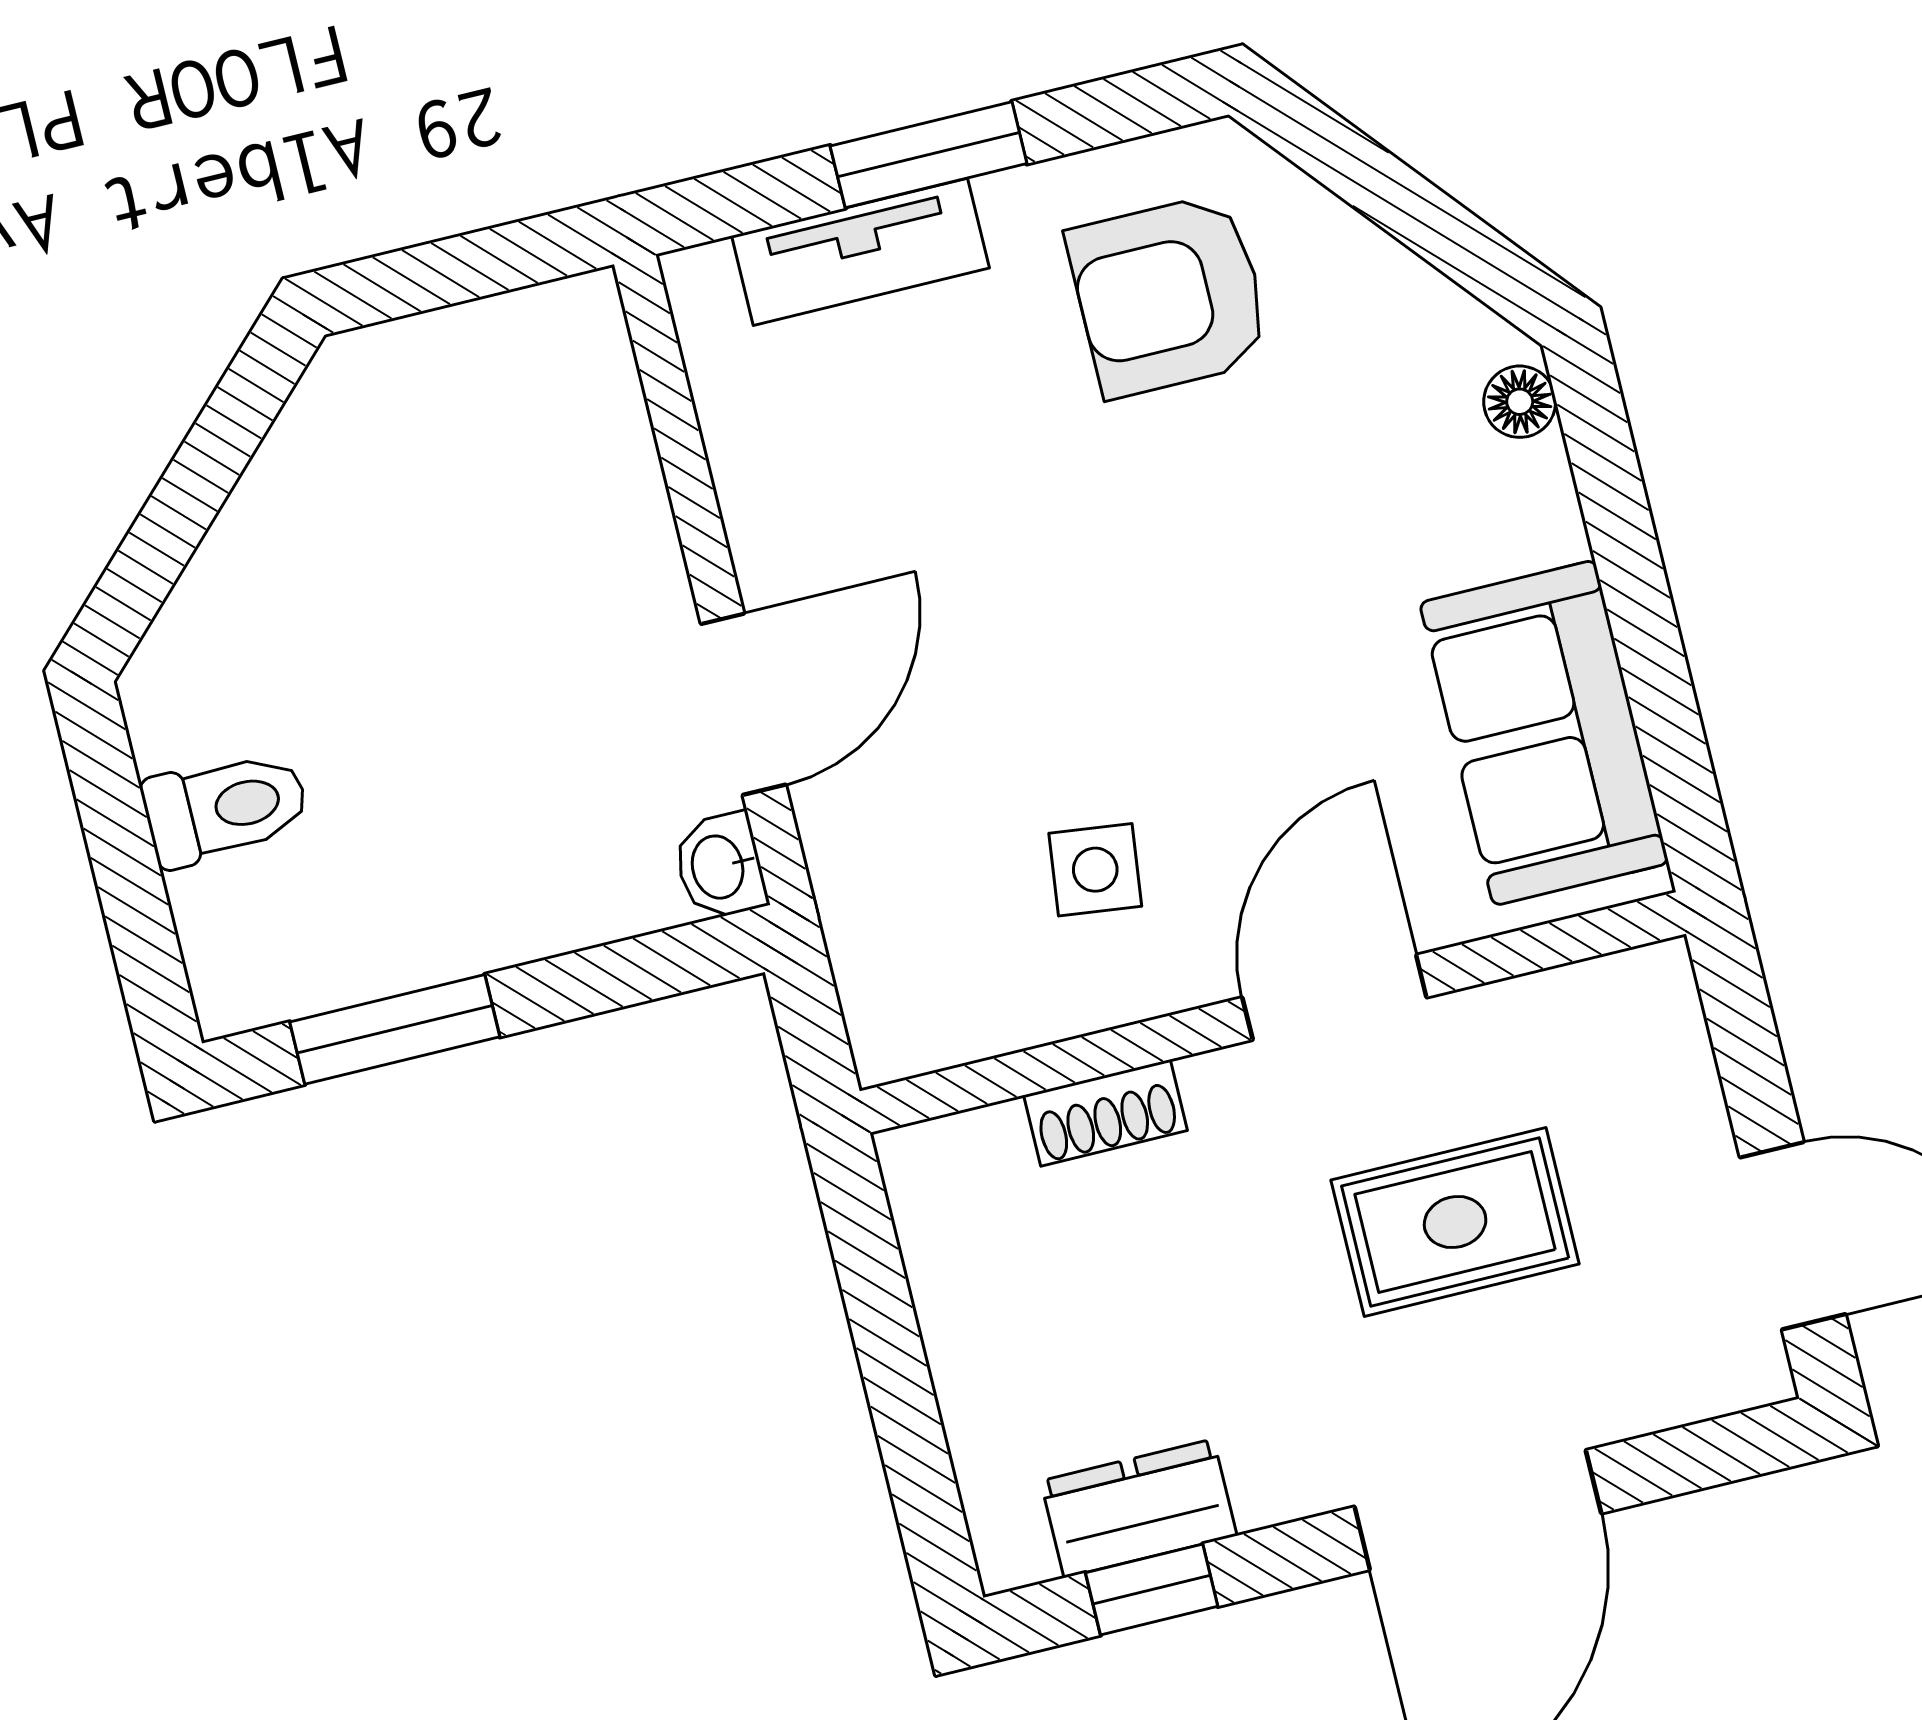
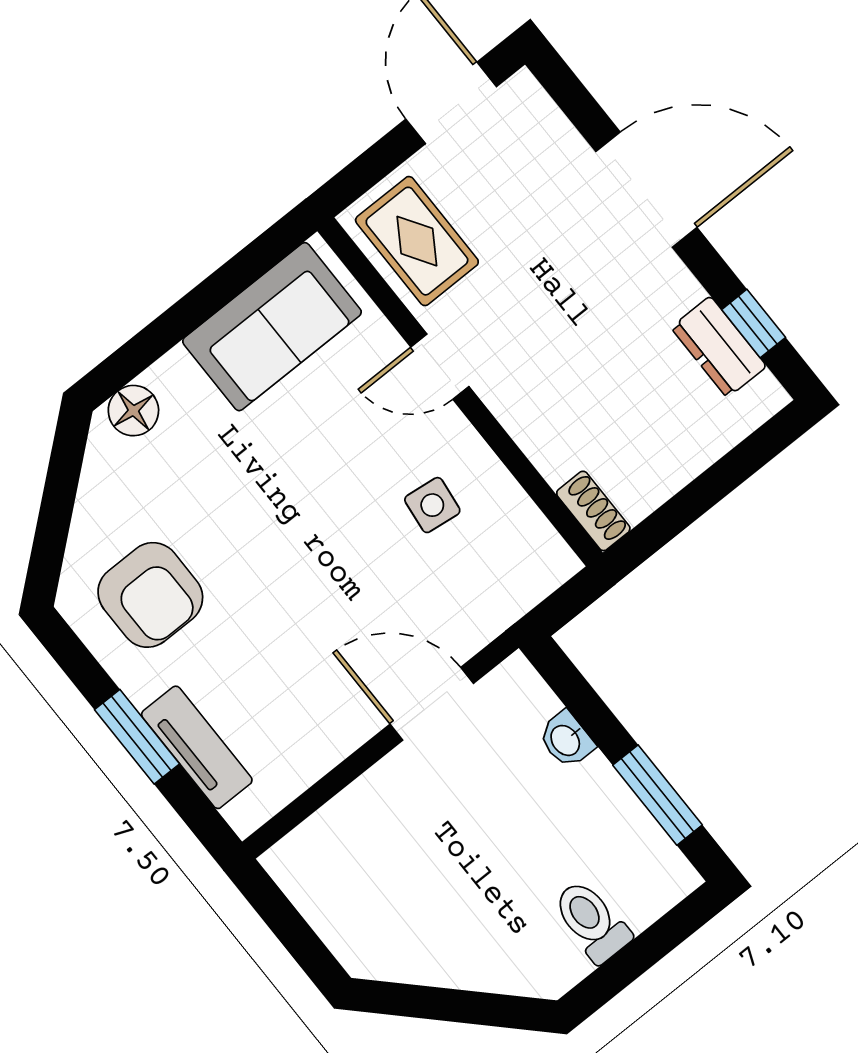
floor lamp: (1520, 402) -> (133, 411), width x1.37, depth x1.37
washbasin: (720, 866) -> (566, 740), moved, turned 90
door: (1334, 997) -> (440, 367), width x0.73
shoe rack: (1105, 1113) -> (593, 511), moved
rug: (1455, 1222) -> (417, 241), moved

